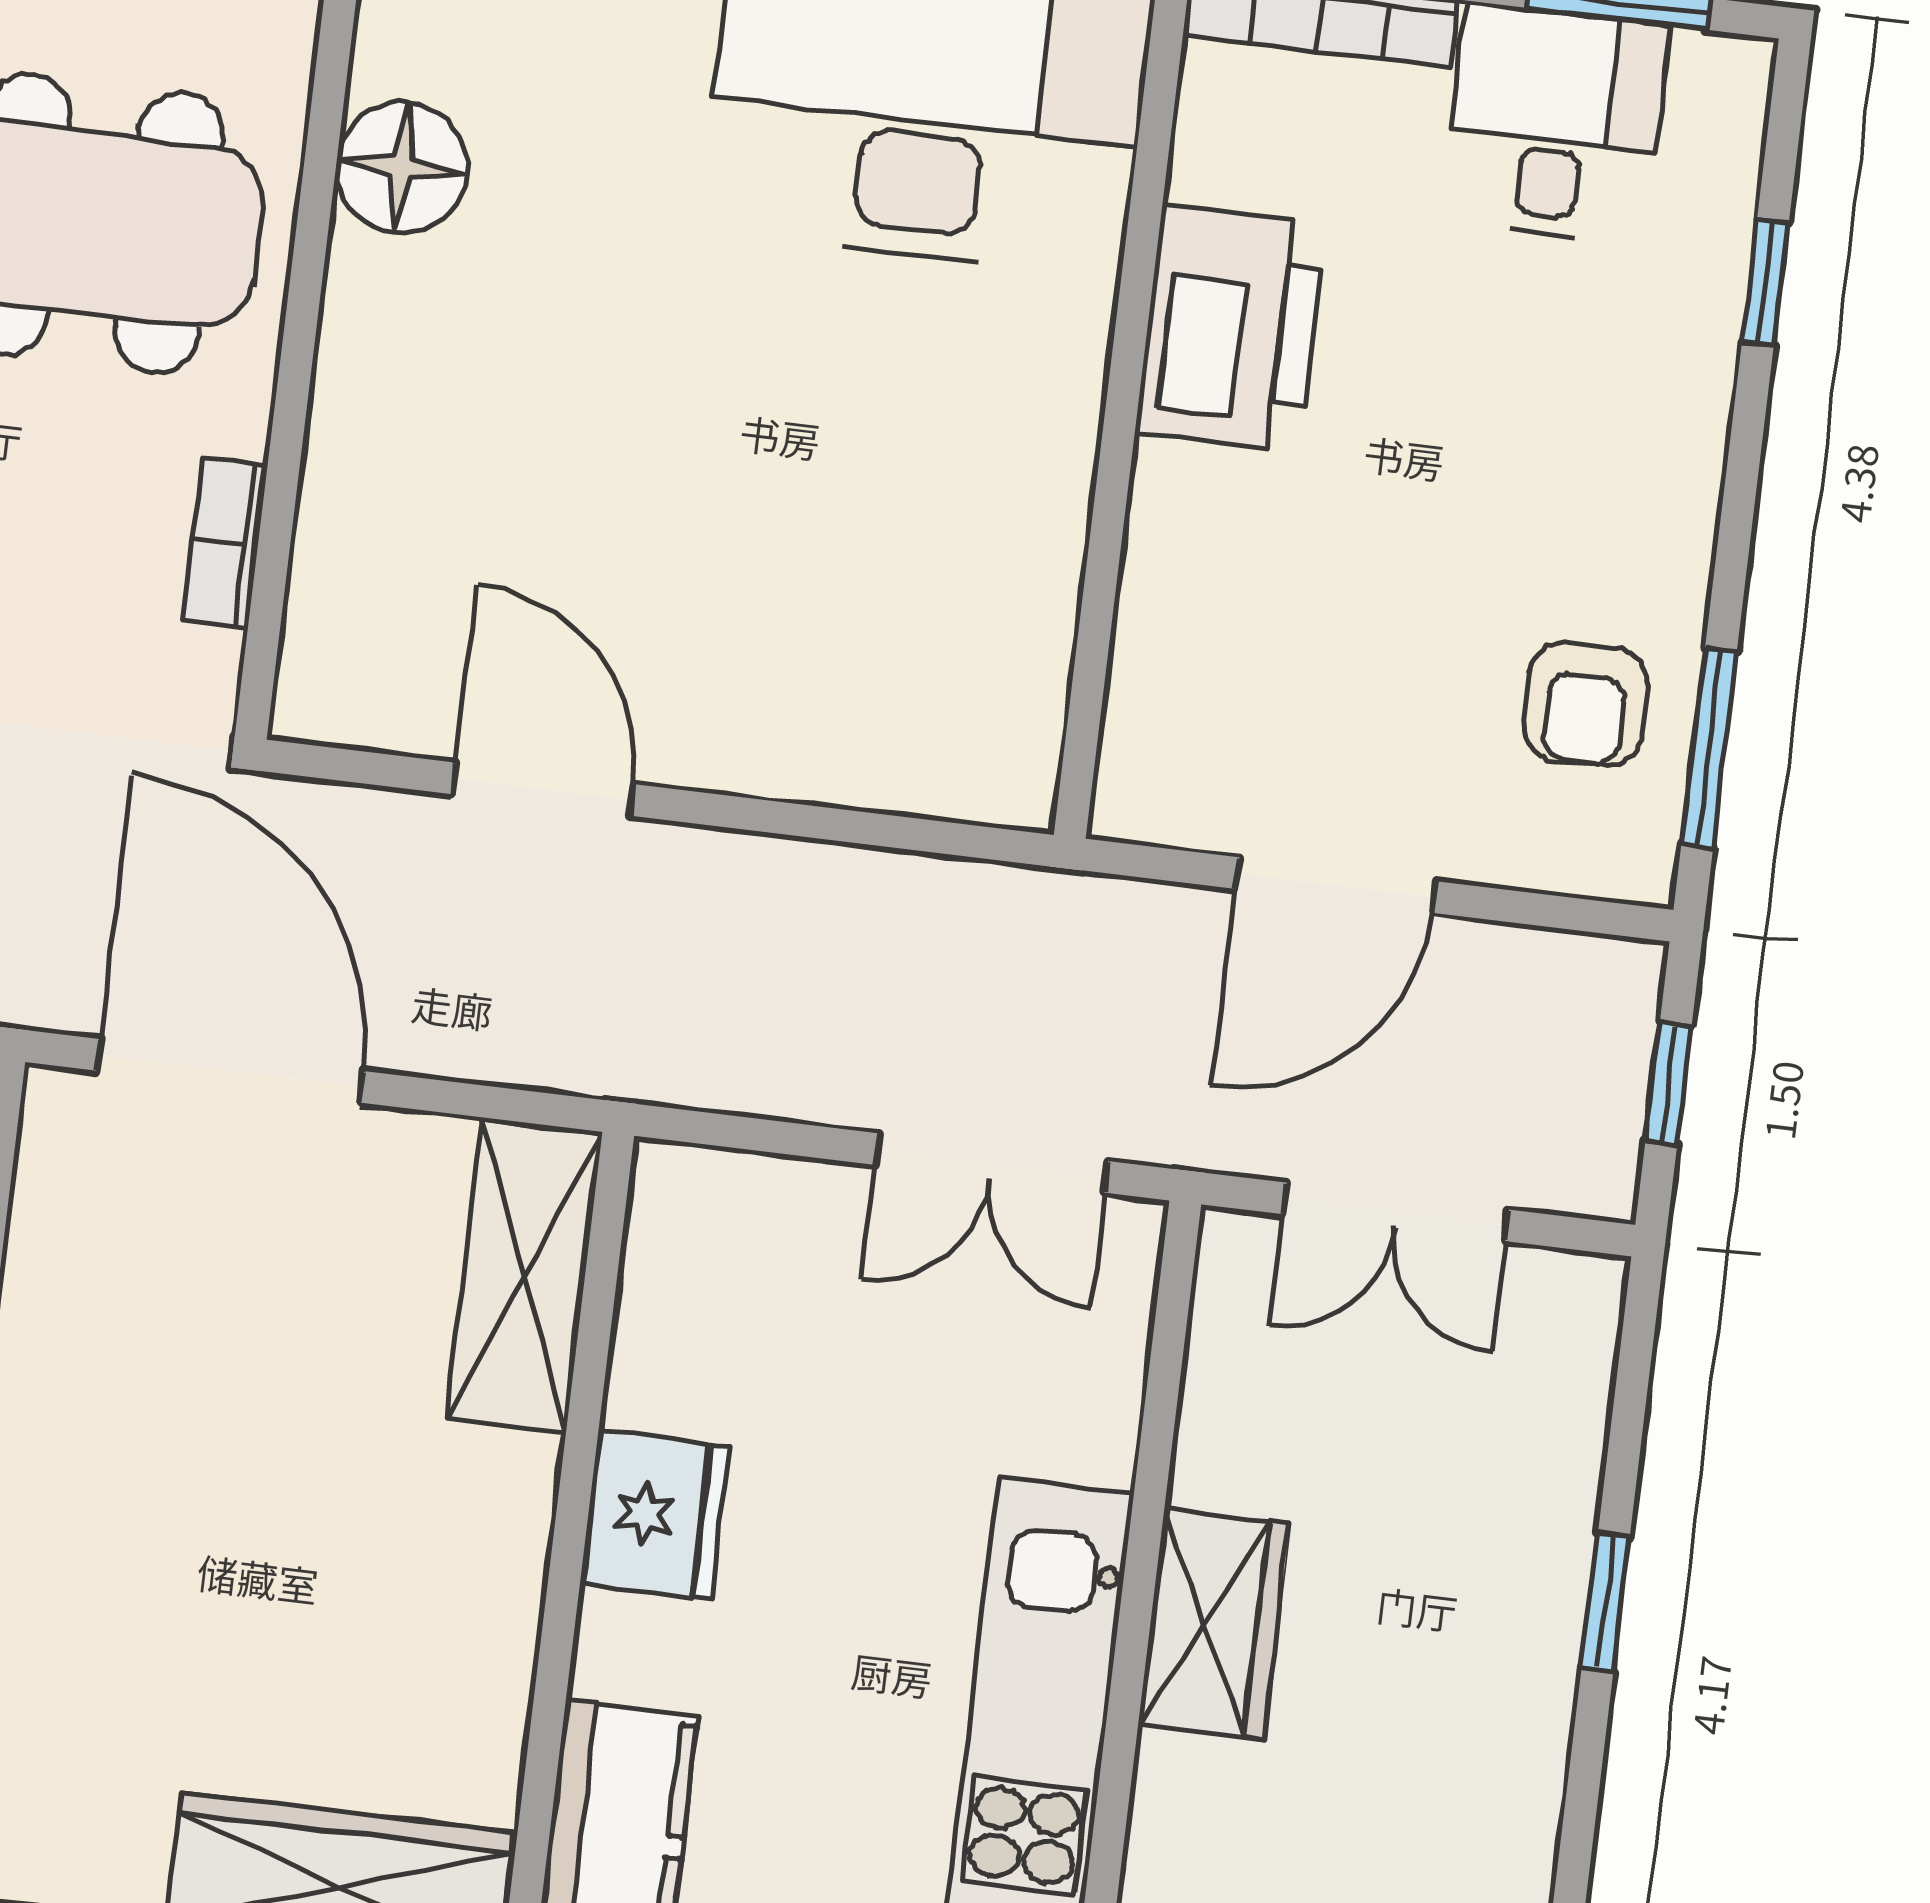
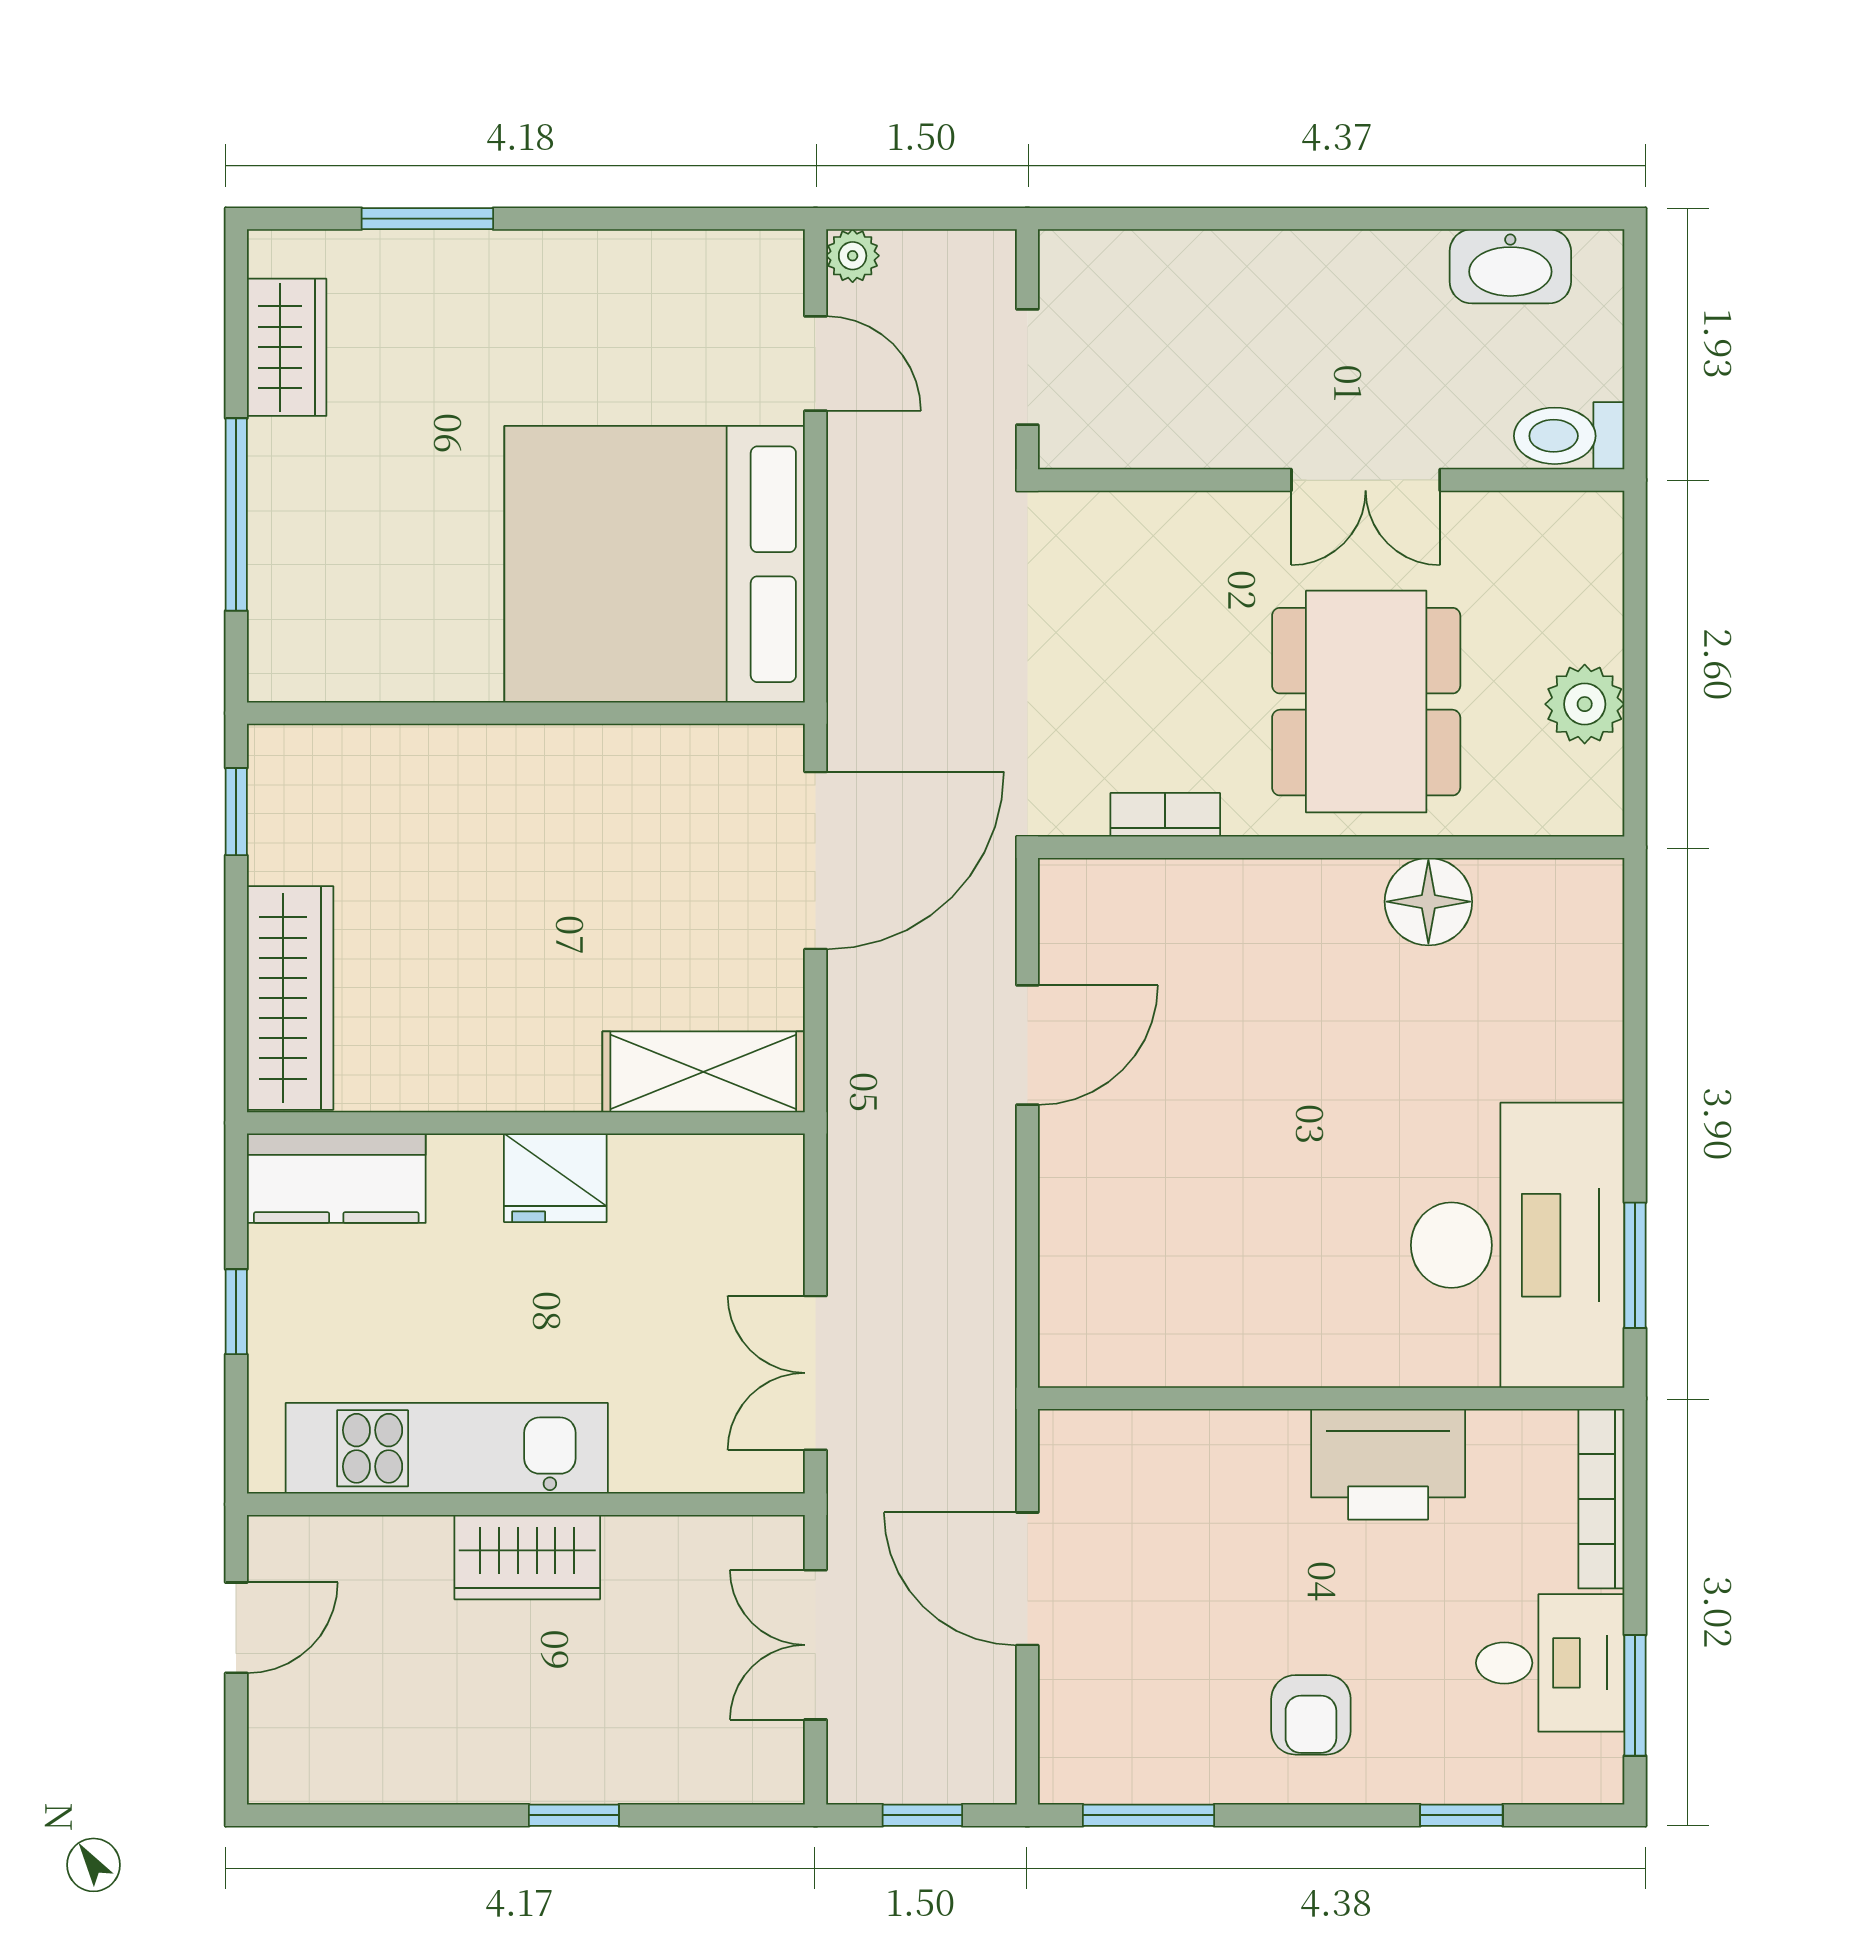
armchair: (1586, 704) -> (1311, 1715), moved, turned -90

